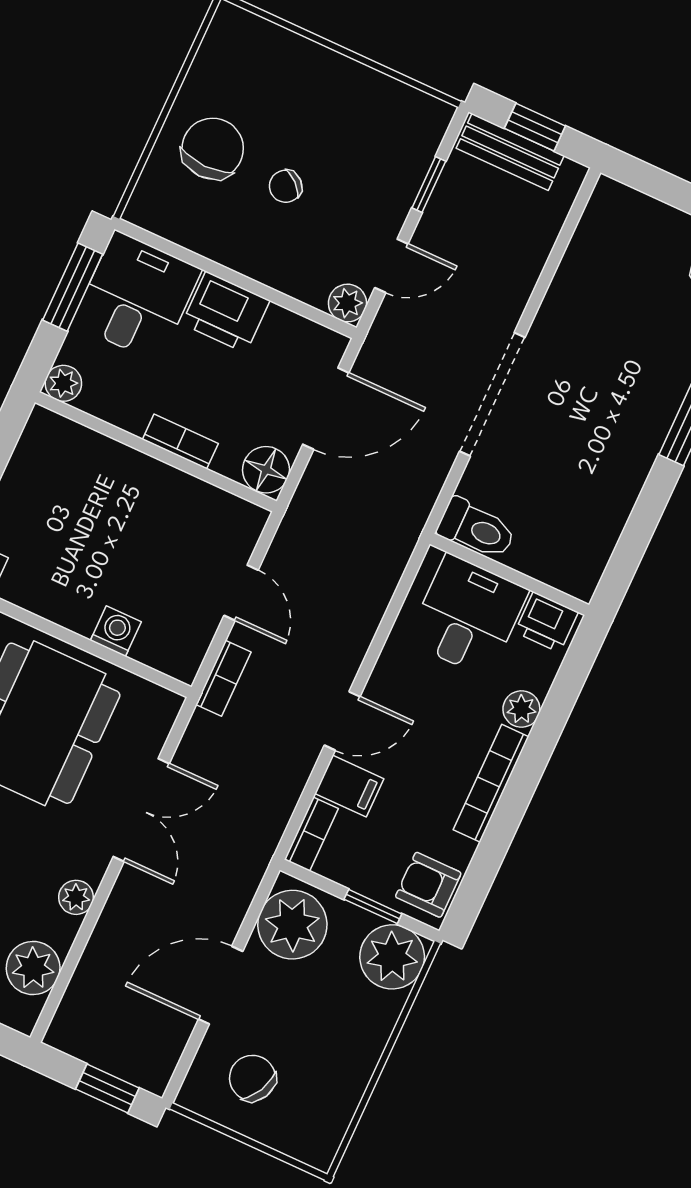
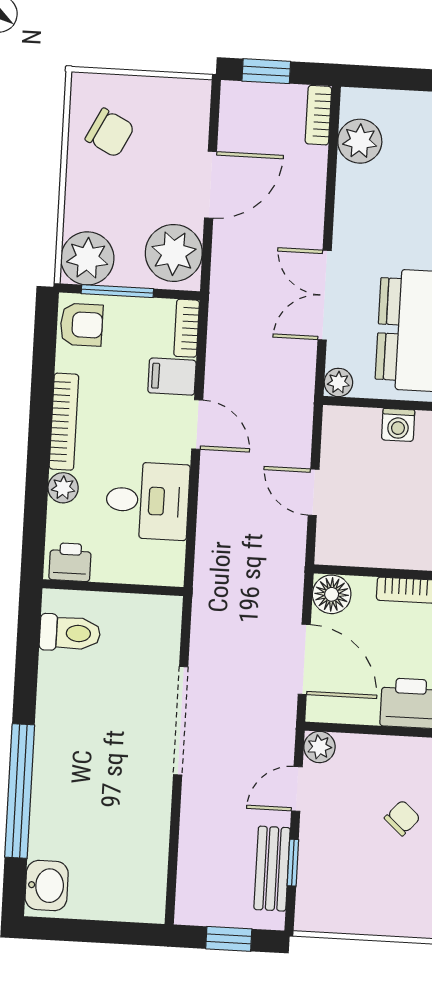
bench: (510, 152) -> (272, 869), moved, turned 90
door: (326, 409) -> (304, 659), swing flipped
toilet: (477, 529) -> (70, 633), moved, turned 180
desk: (468, 616) -> (147, 501), moved, turned -90
bookcase: (223, 678) -> (318, 115), moved
door: (342, 721) -> (197, 424), swing flipped
plant: (76, 897) -> (338, 382), moved
window: (373, 907) -> (117, 291), width x1.50
chair: (252, 1078) -> (110, 133), moved

